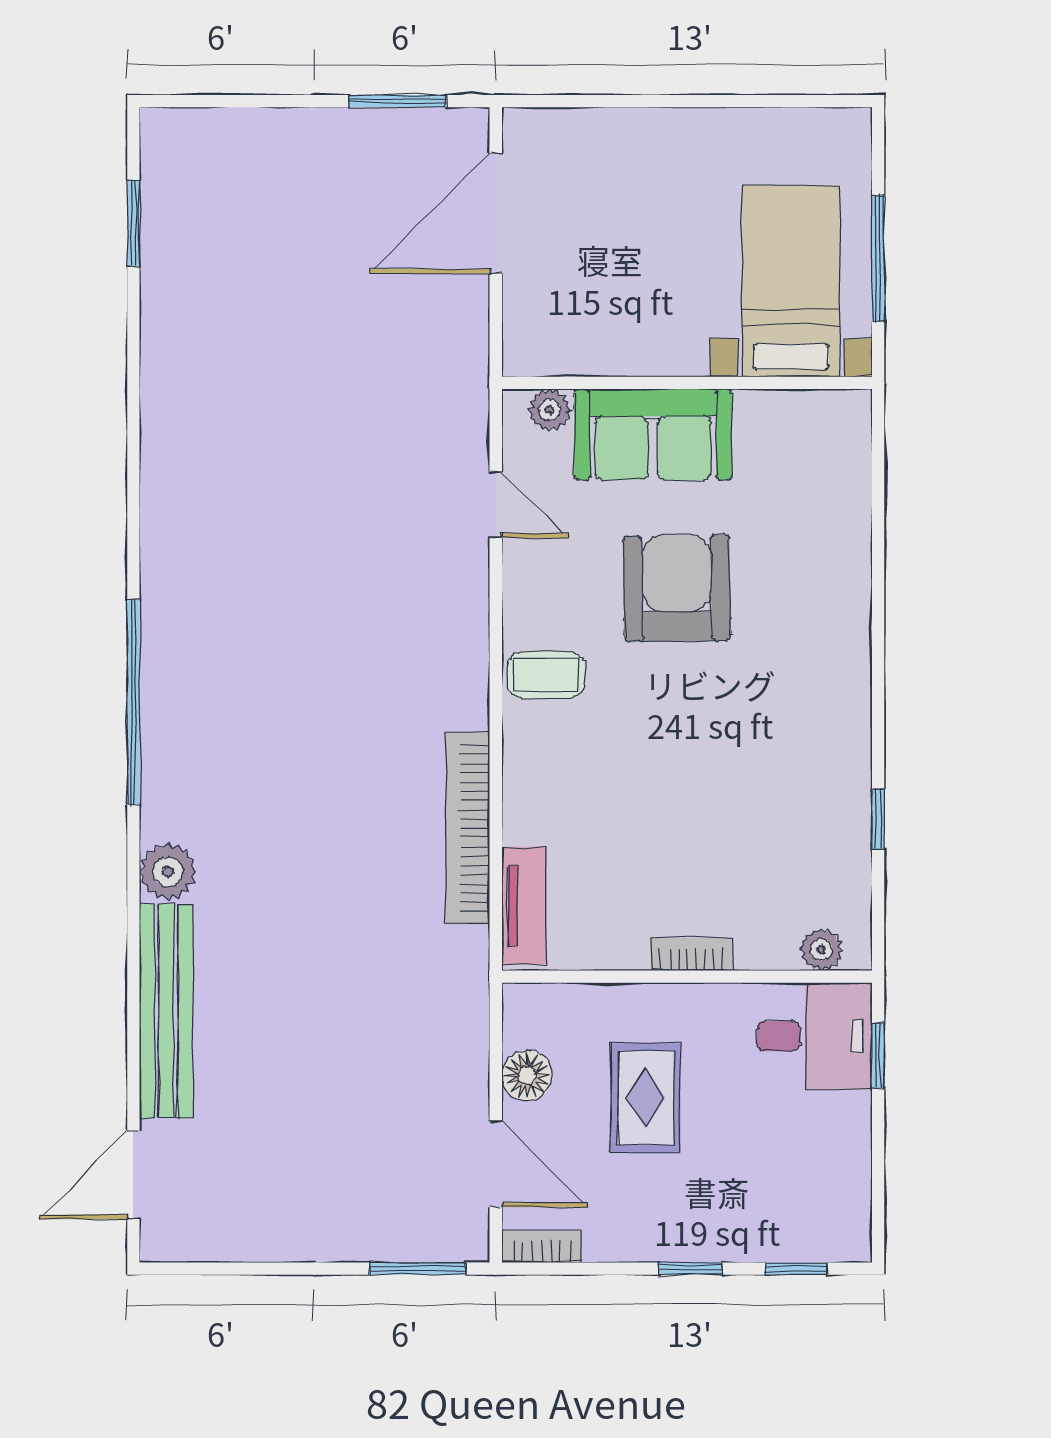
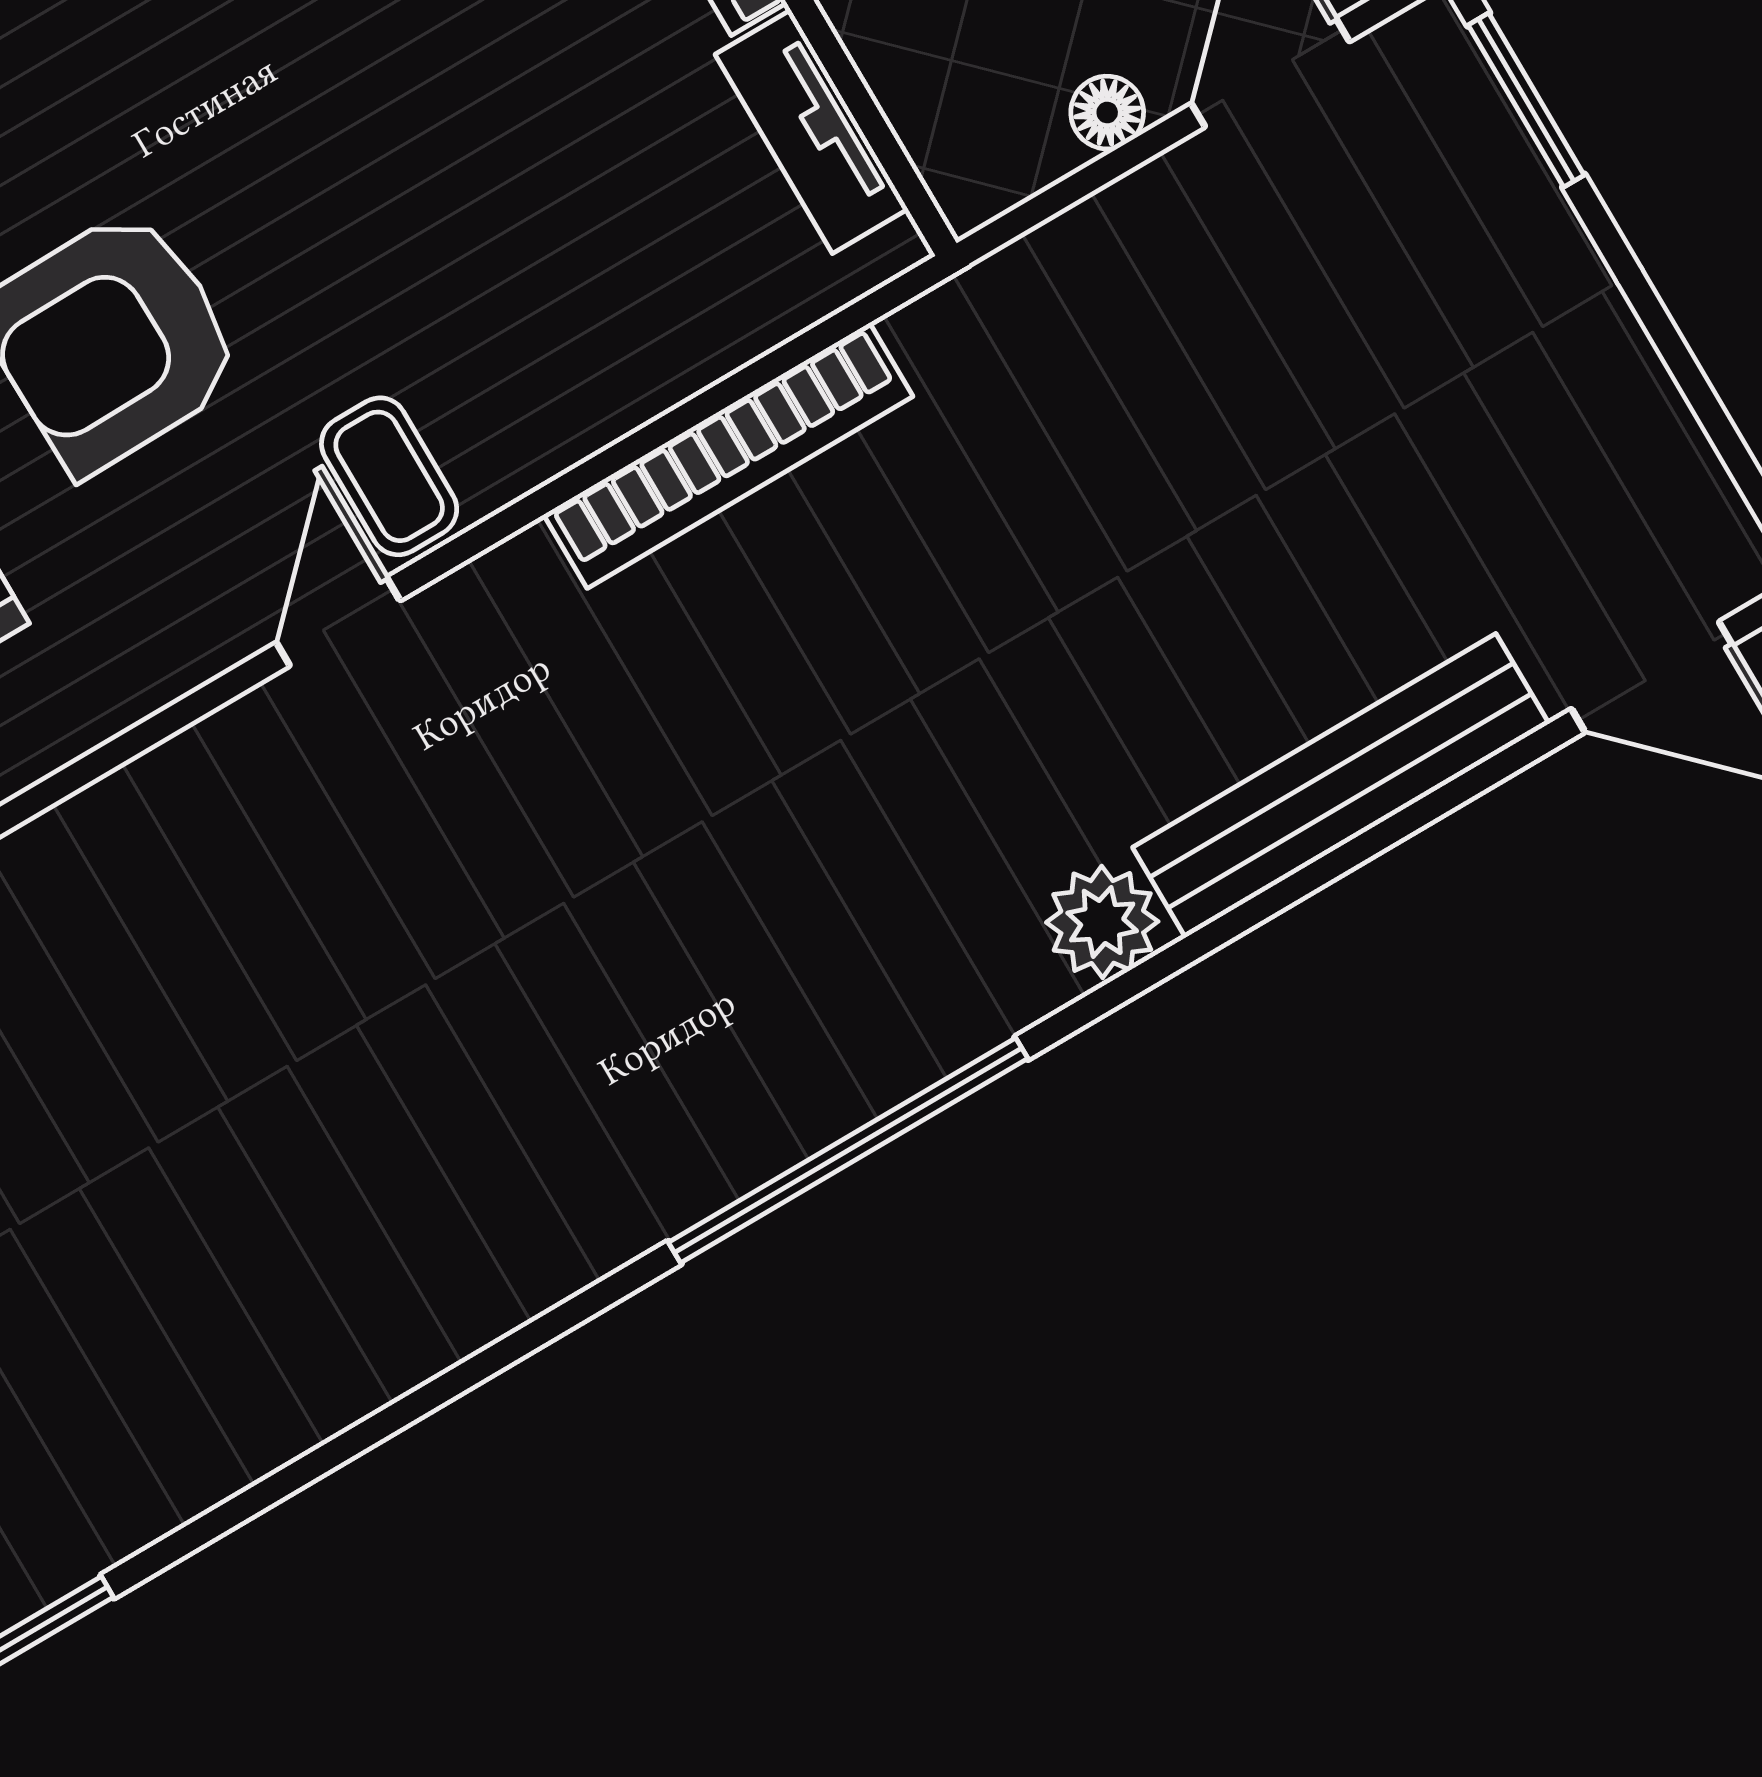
door: (496, 505) -> (338, 622), moved
tv unit: (524, 906) -> (812, 132), moved, turned -90
floor lamp: (527, 1075) -> (1107, 113), width x0.73, depth x0.73

